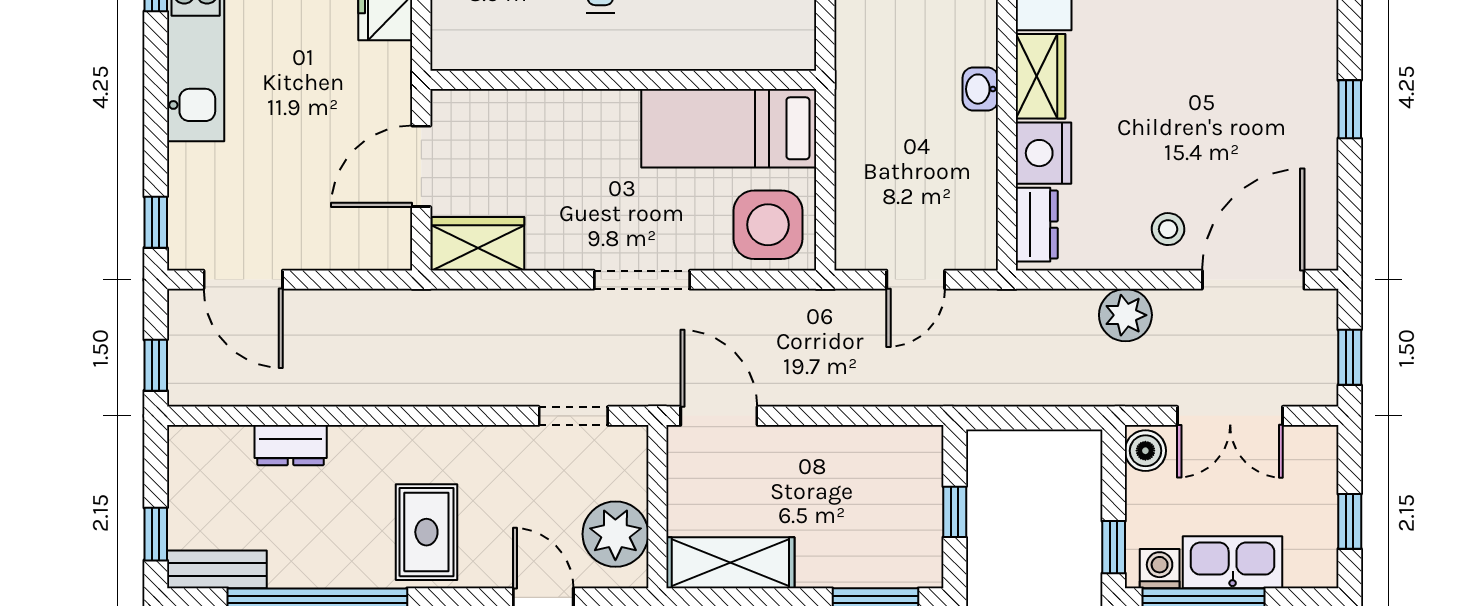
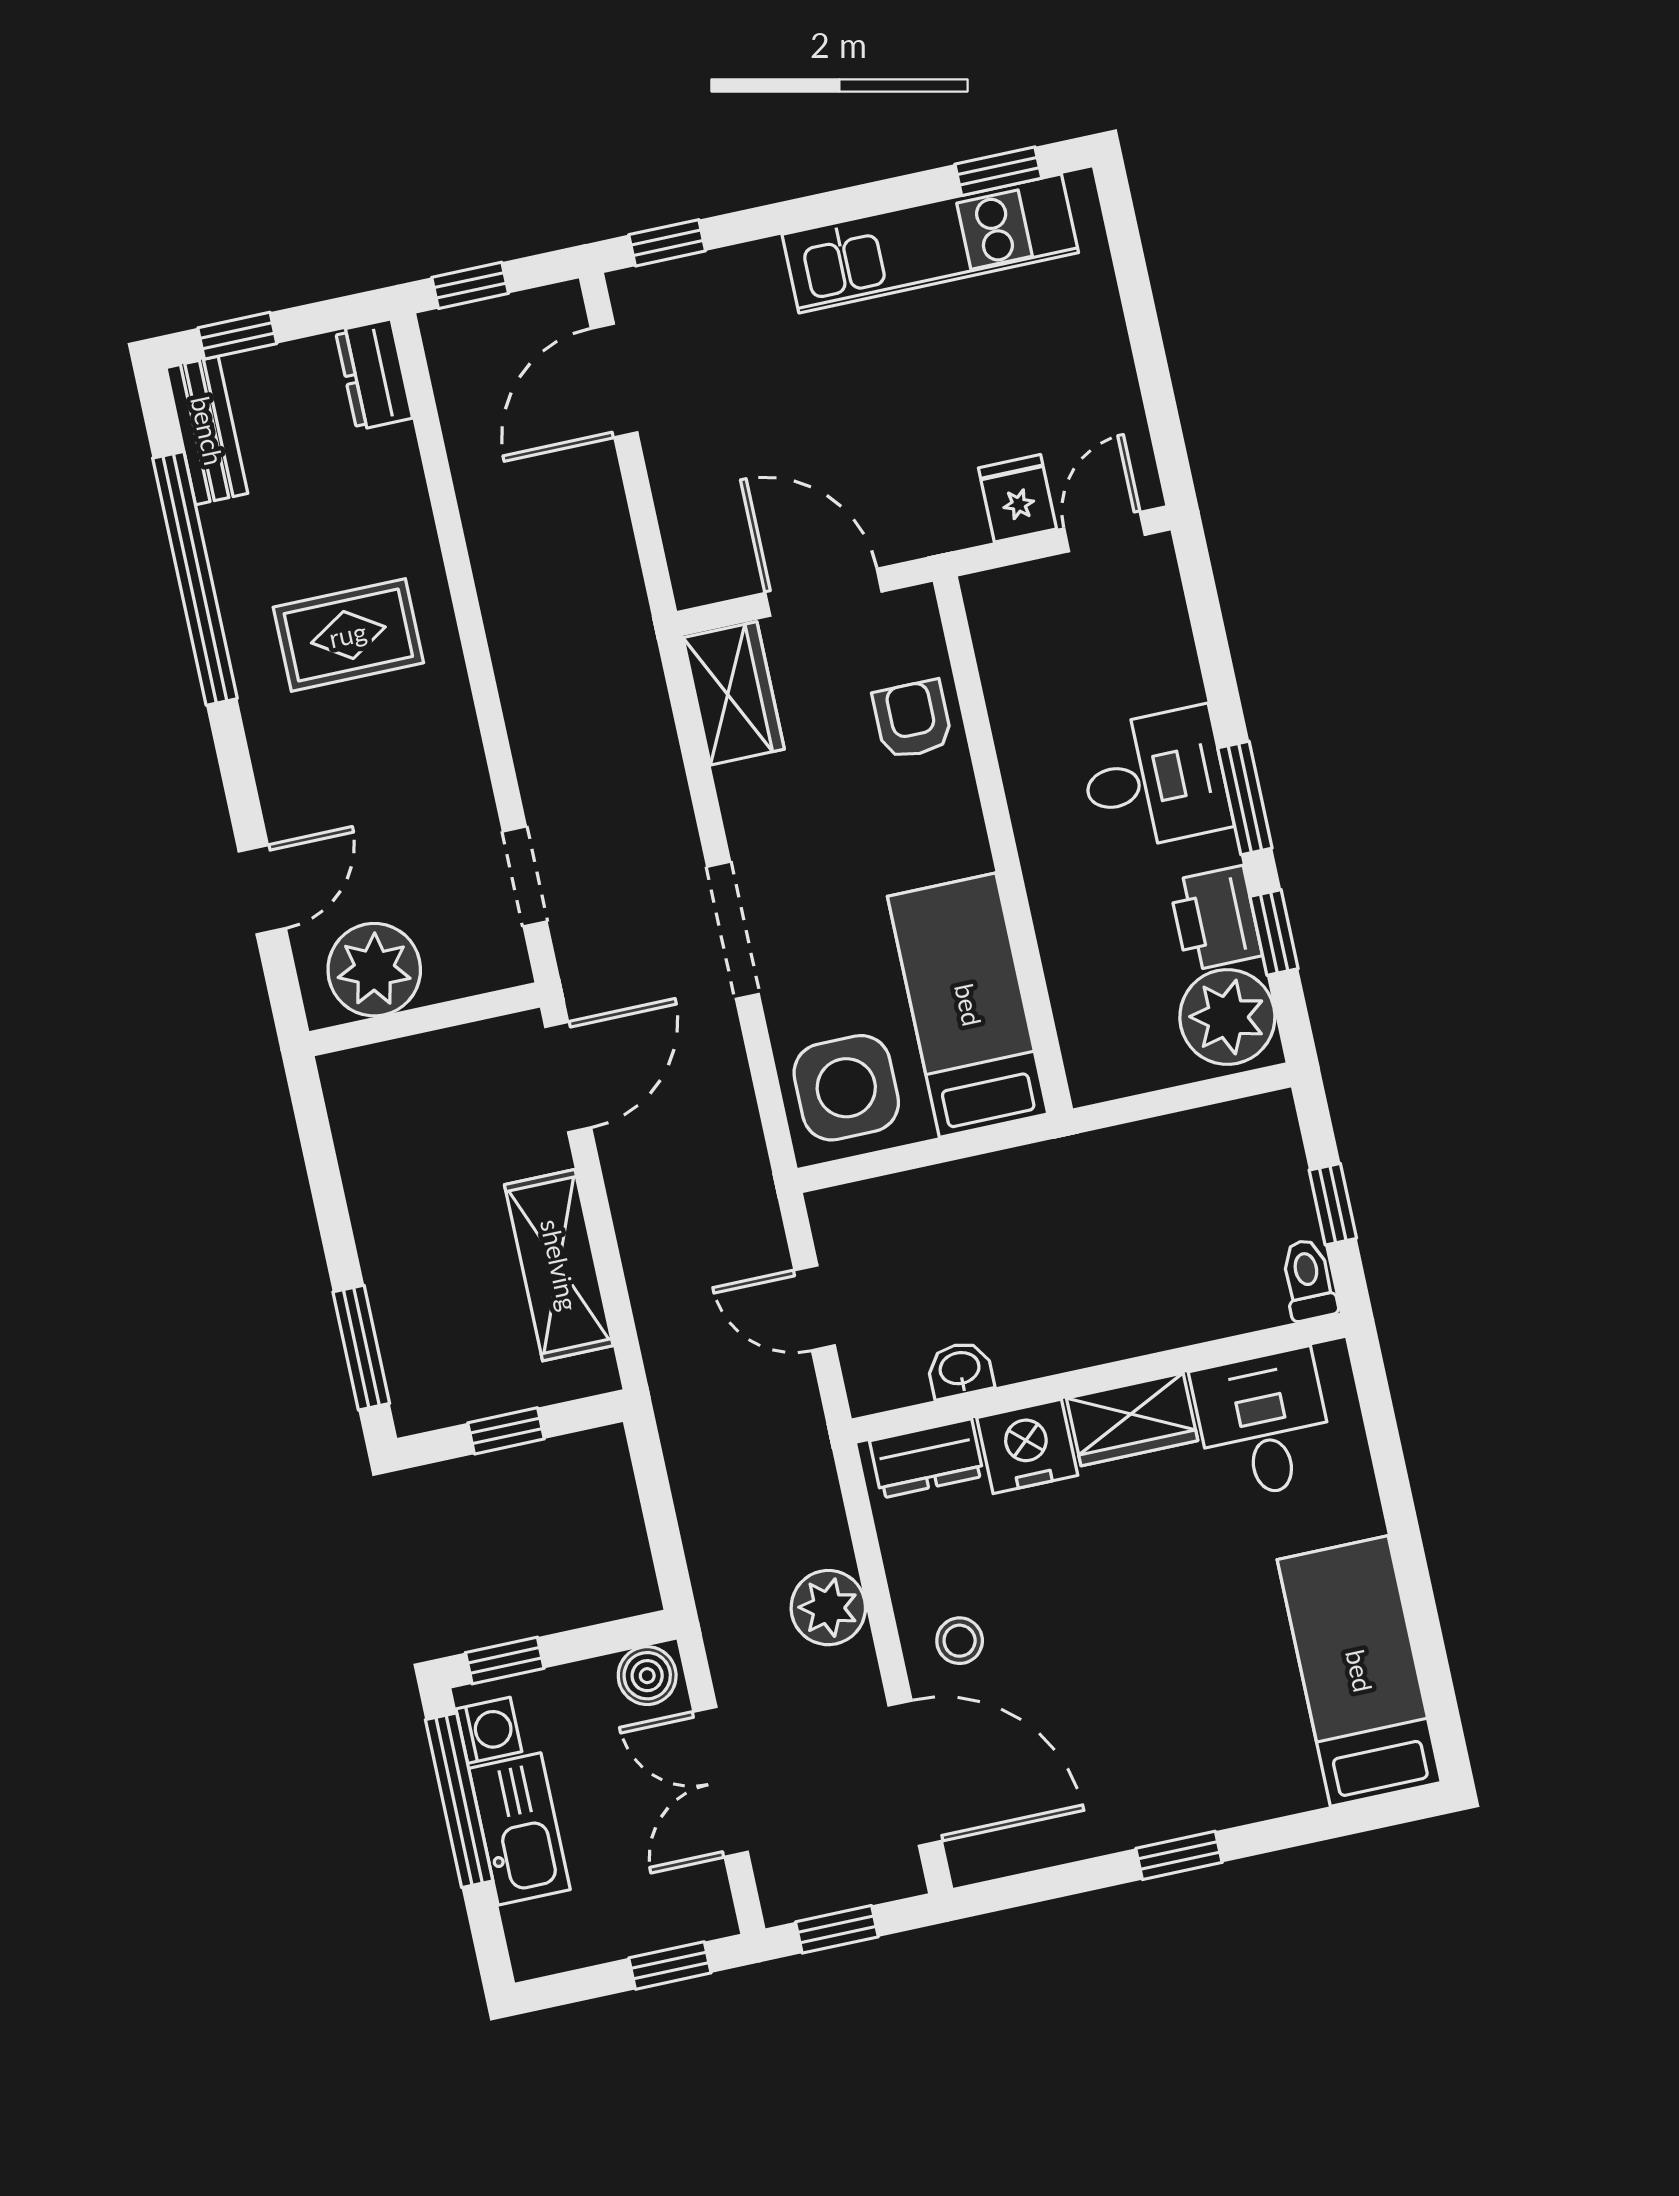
washbasin: (980, 89) -> (960, 1370), moved
armchair: (523, 124) -> (912, 720), added
dresser: (291, 445) -> (374, 375), moved
window: (1350, 521) -> (670, 1965), moved
rug: (426, 532) -> (348, 635), moved
shelving: (730, 563) -> (559, 1265), moved

